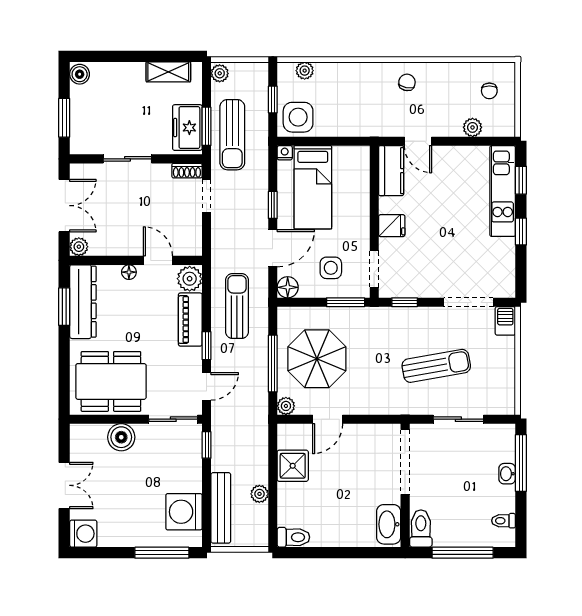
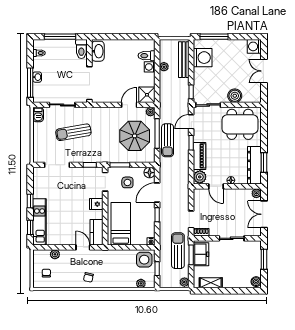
bed: (313, 187) -> (121, 224), moved
sun lounger: (237, 306) -> (168, 140), moved
barbecue: (505, 321) -> (38, 115), moved
shower: (293, 466) -> (147, 95), moved
washing machine: (287, 493) -> (150, 67), added
toilet: (293, 537) -> (147, 56), moved

